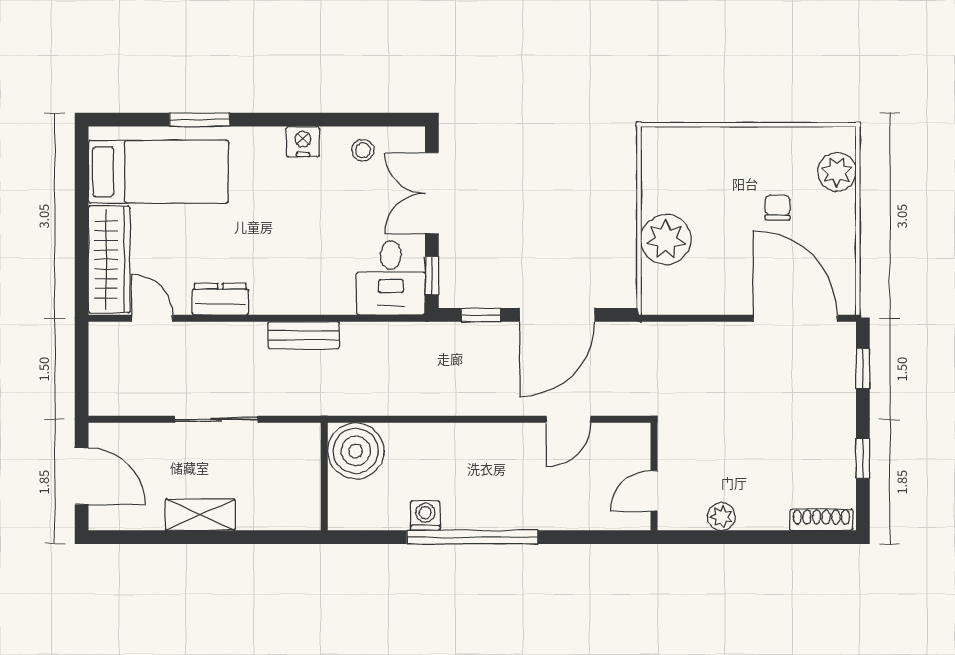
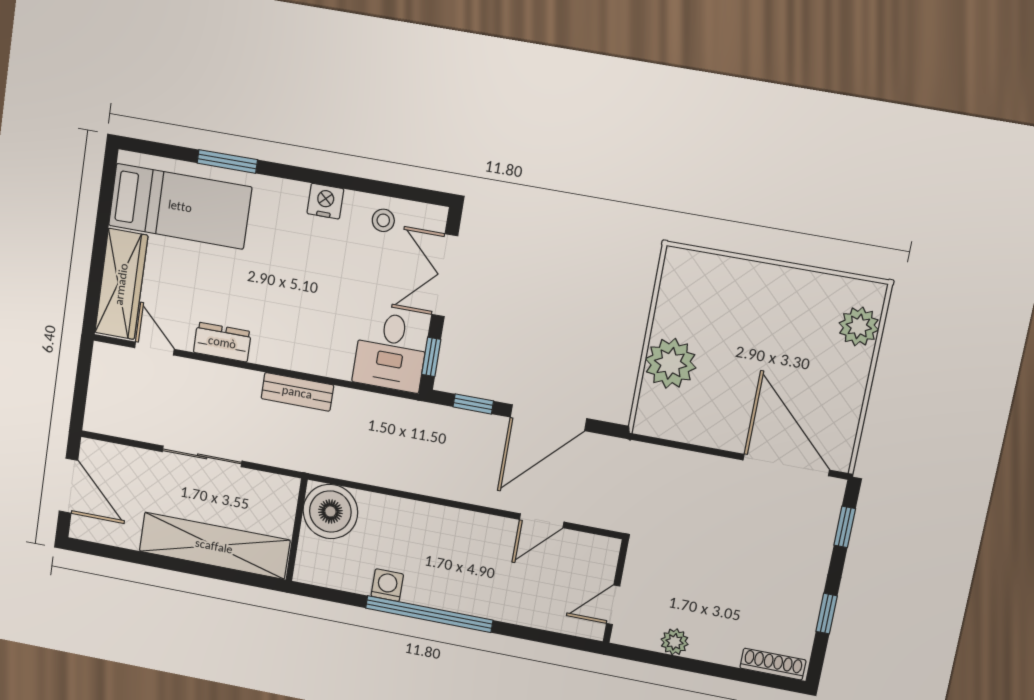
chair: (778, 208) -> (790, 352), removed
shelving: (200, 515) -> (214, 546), width x2.20, depth x1.33

